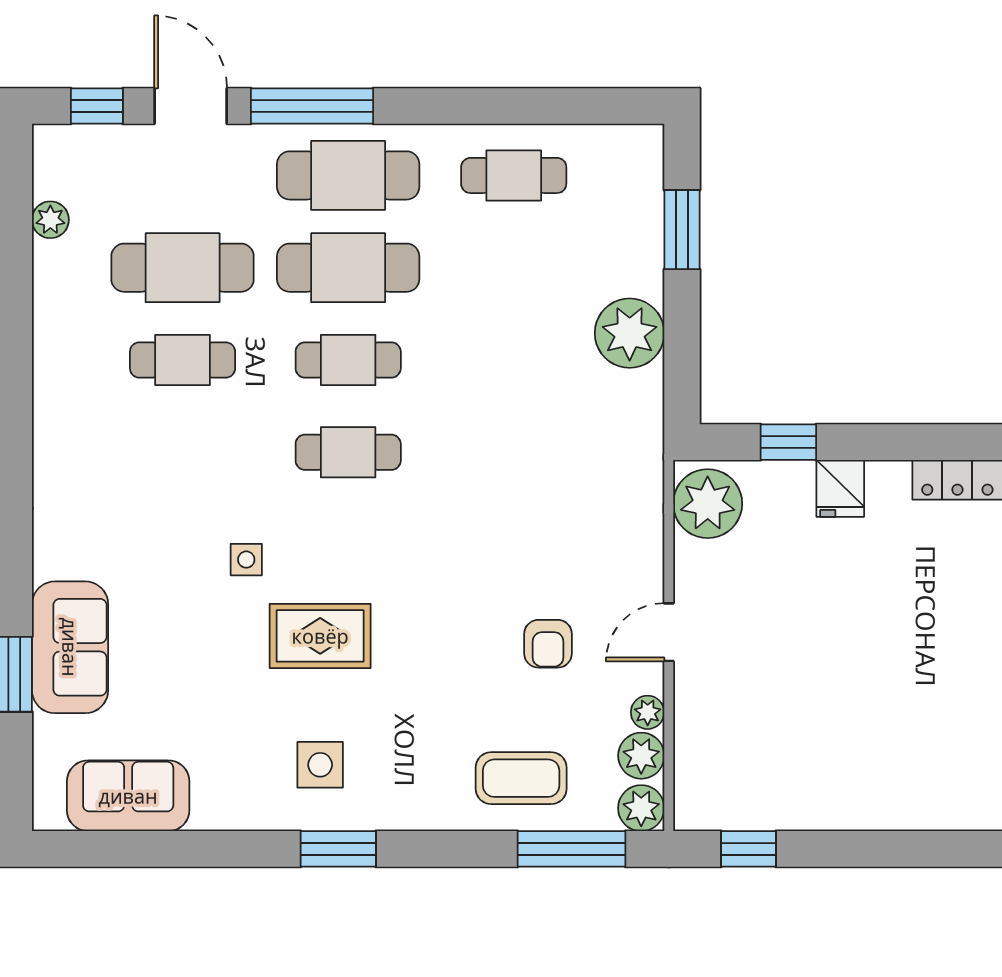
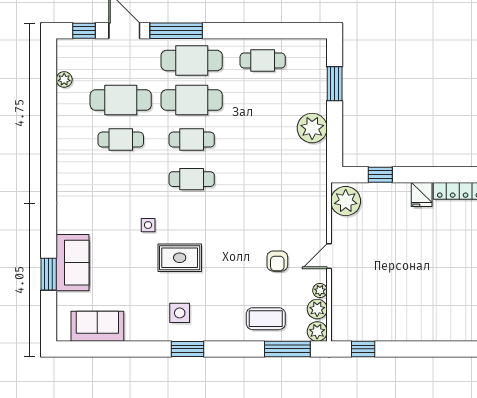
fridge: (840, 488) -> (422, 194), moved

